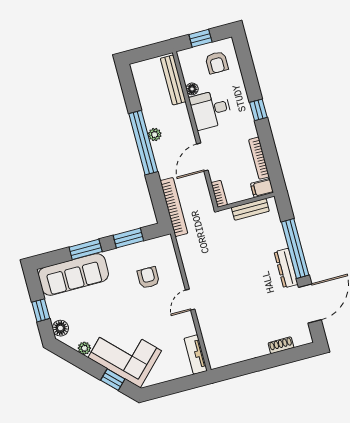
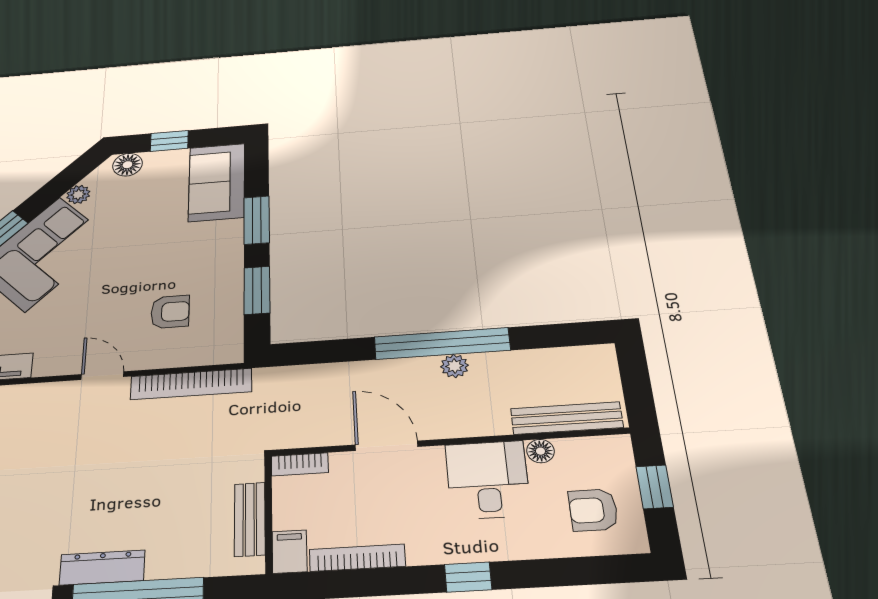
bookcase: (174, 207) -> (191, 384), moved
sofa: (73, 274) -> (217, 182), width x0.73

